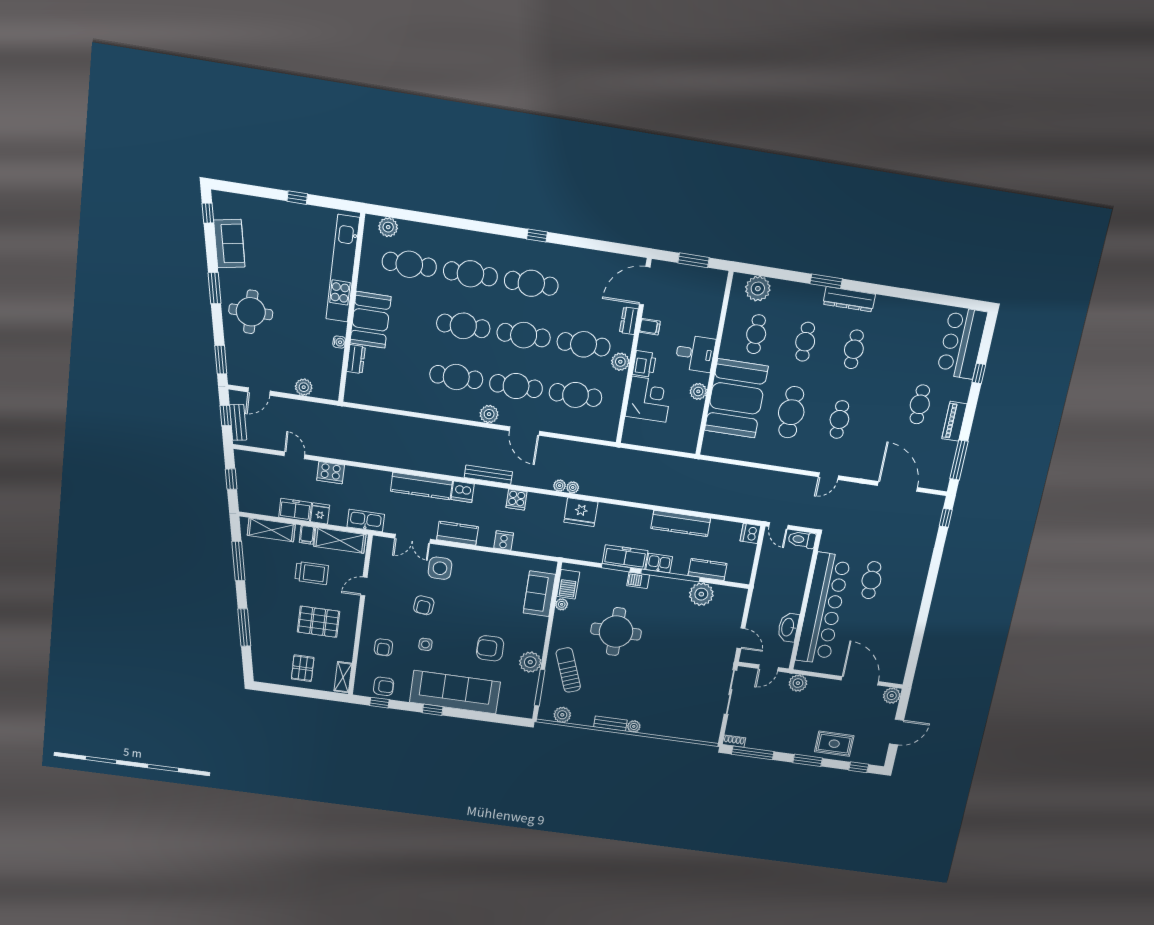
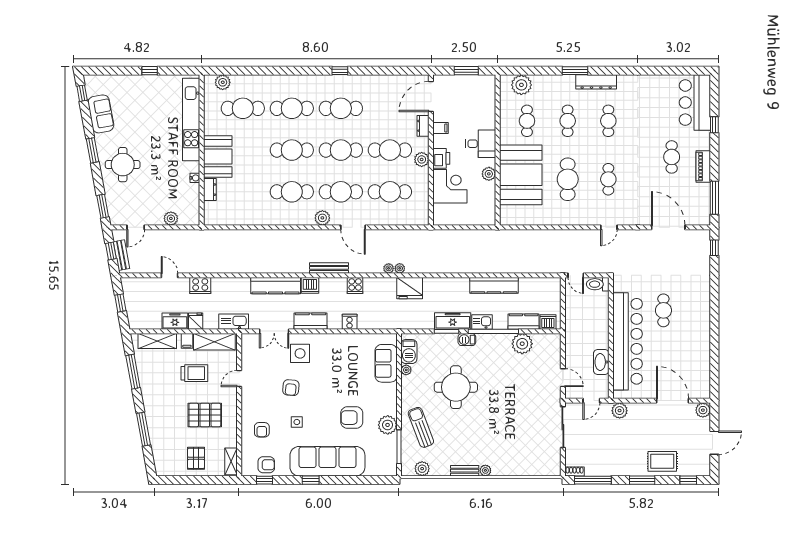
dishwasher: (750, 533) -> (548, 322), moved, turned 90

